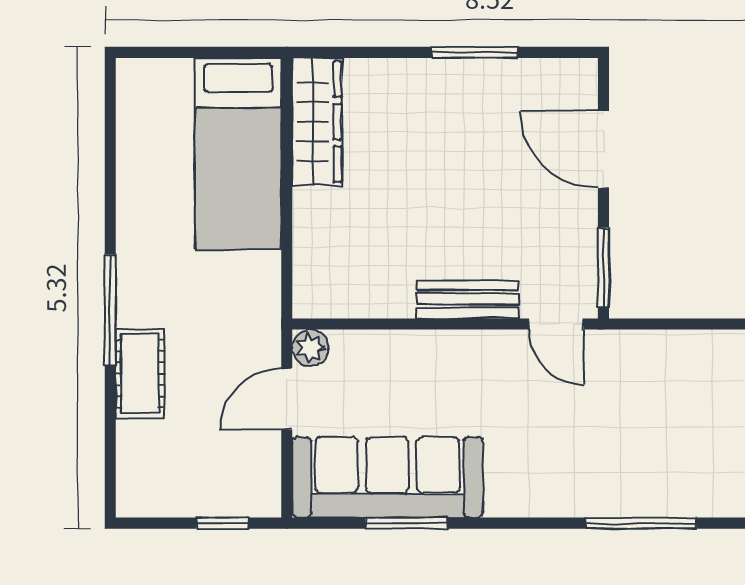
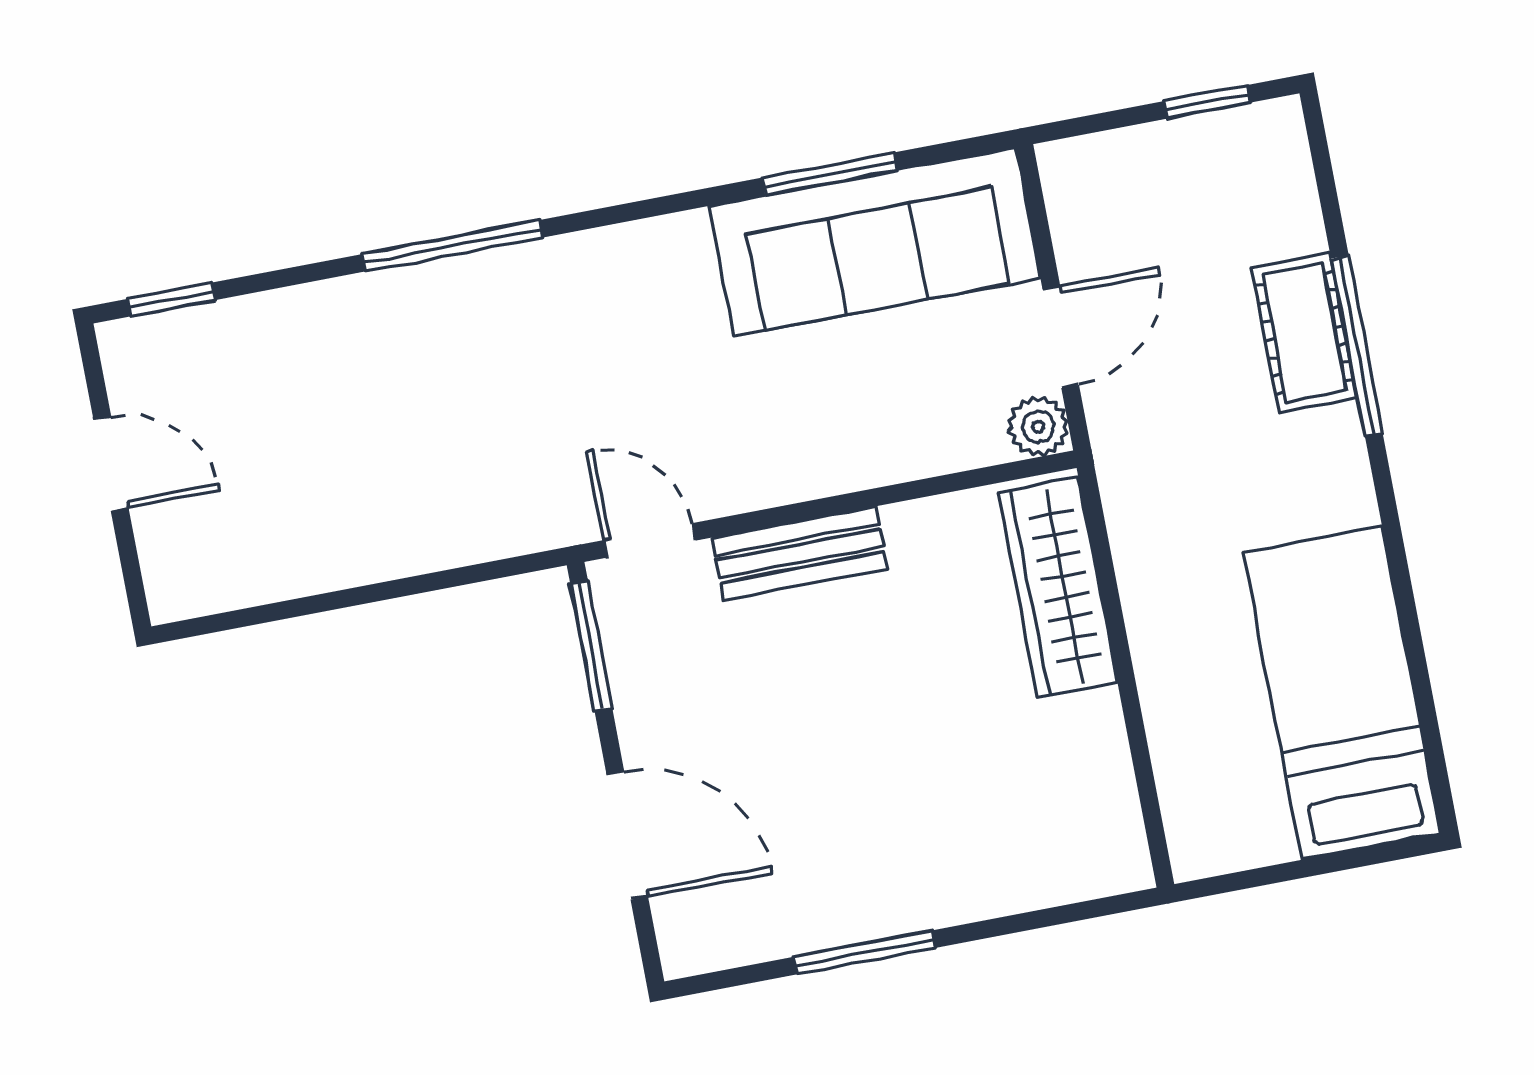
wardrobe: (317, 122) -> (1058, 588), moved
bed: (238, 153) -> (1342, 693), moved
window: (110, 310) -> (1357, 346), moved
window: (222, 523) -> (1207, 102), moved

